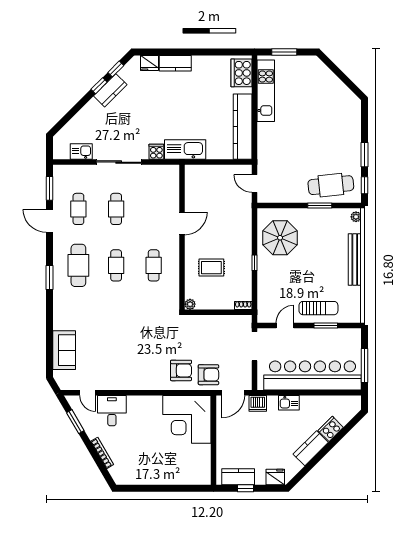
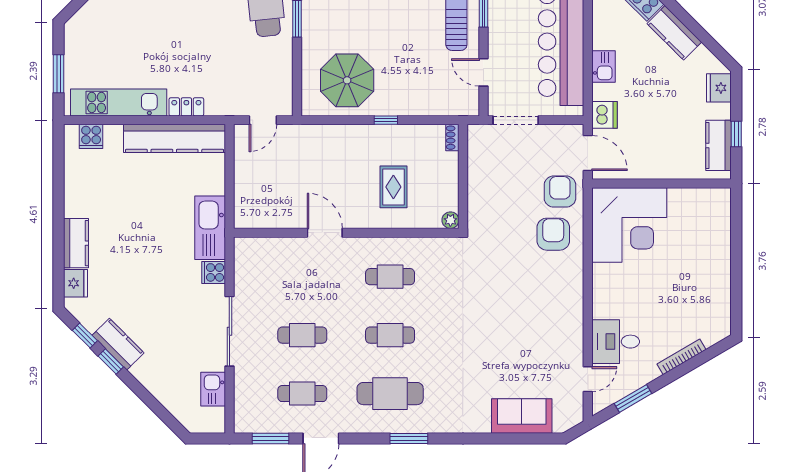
cooker: (241, 73) -> (91, 136), width x0.53, depth x0.76
locker: (263, 134) -> (186, 107), added

